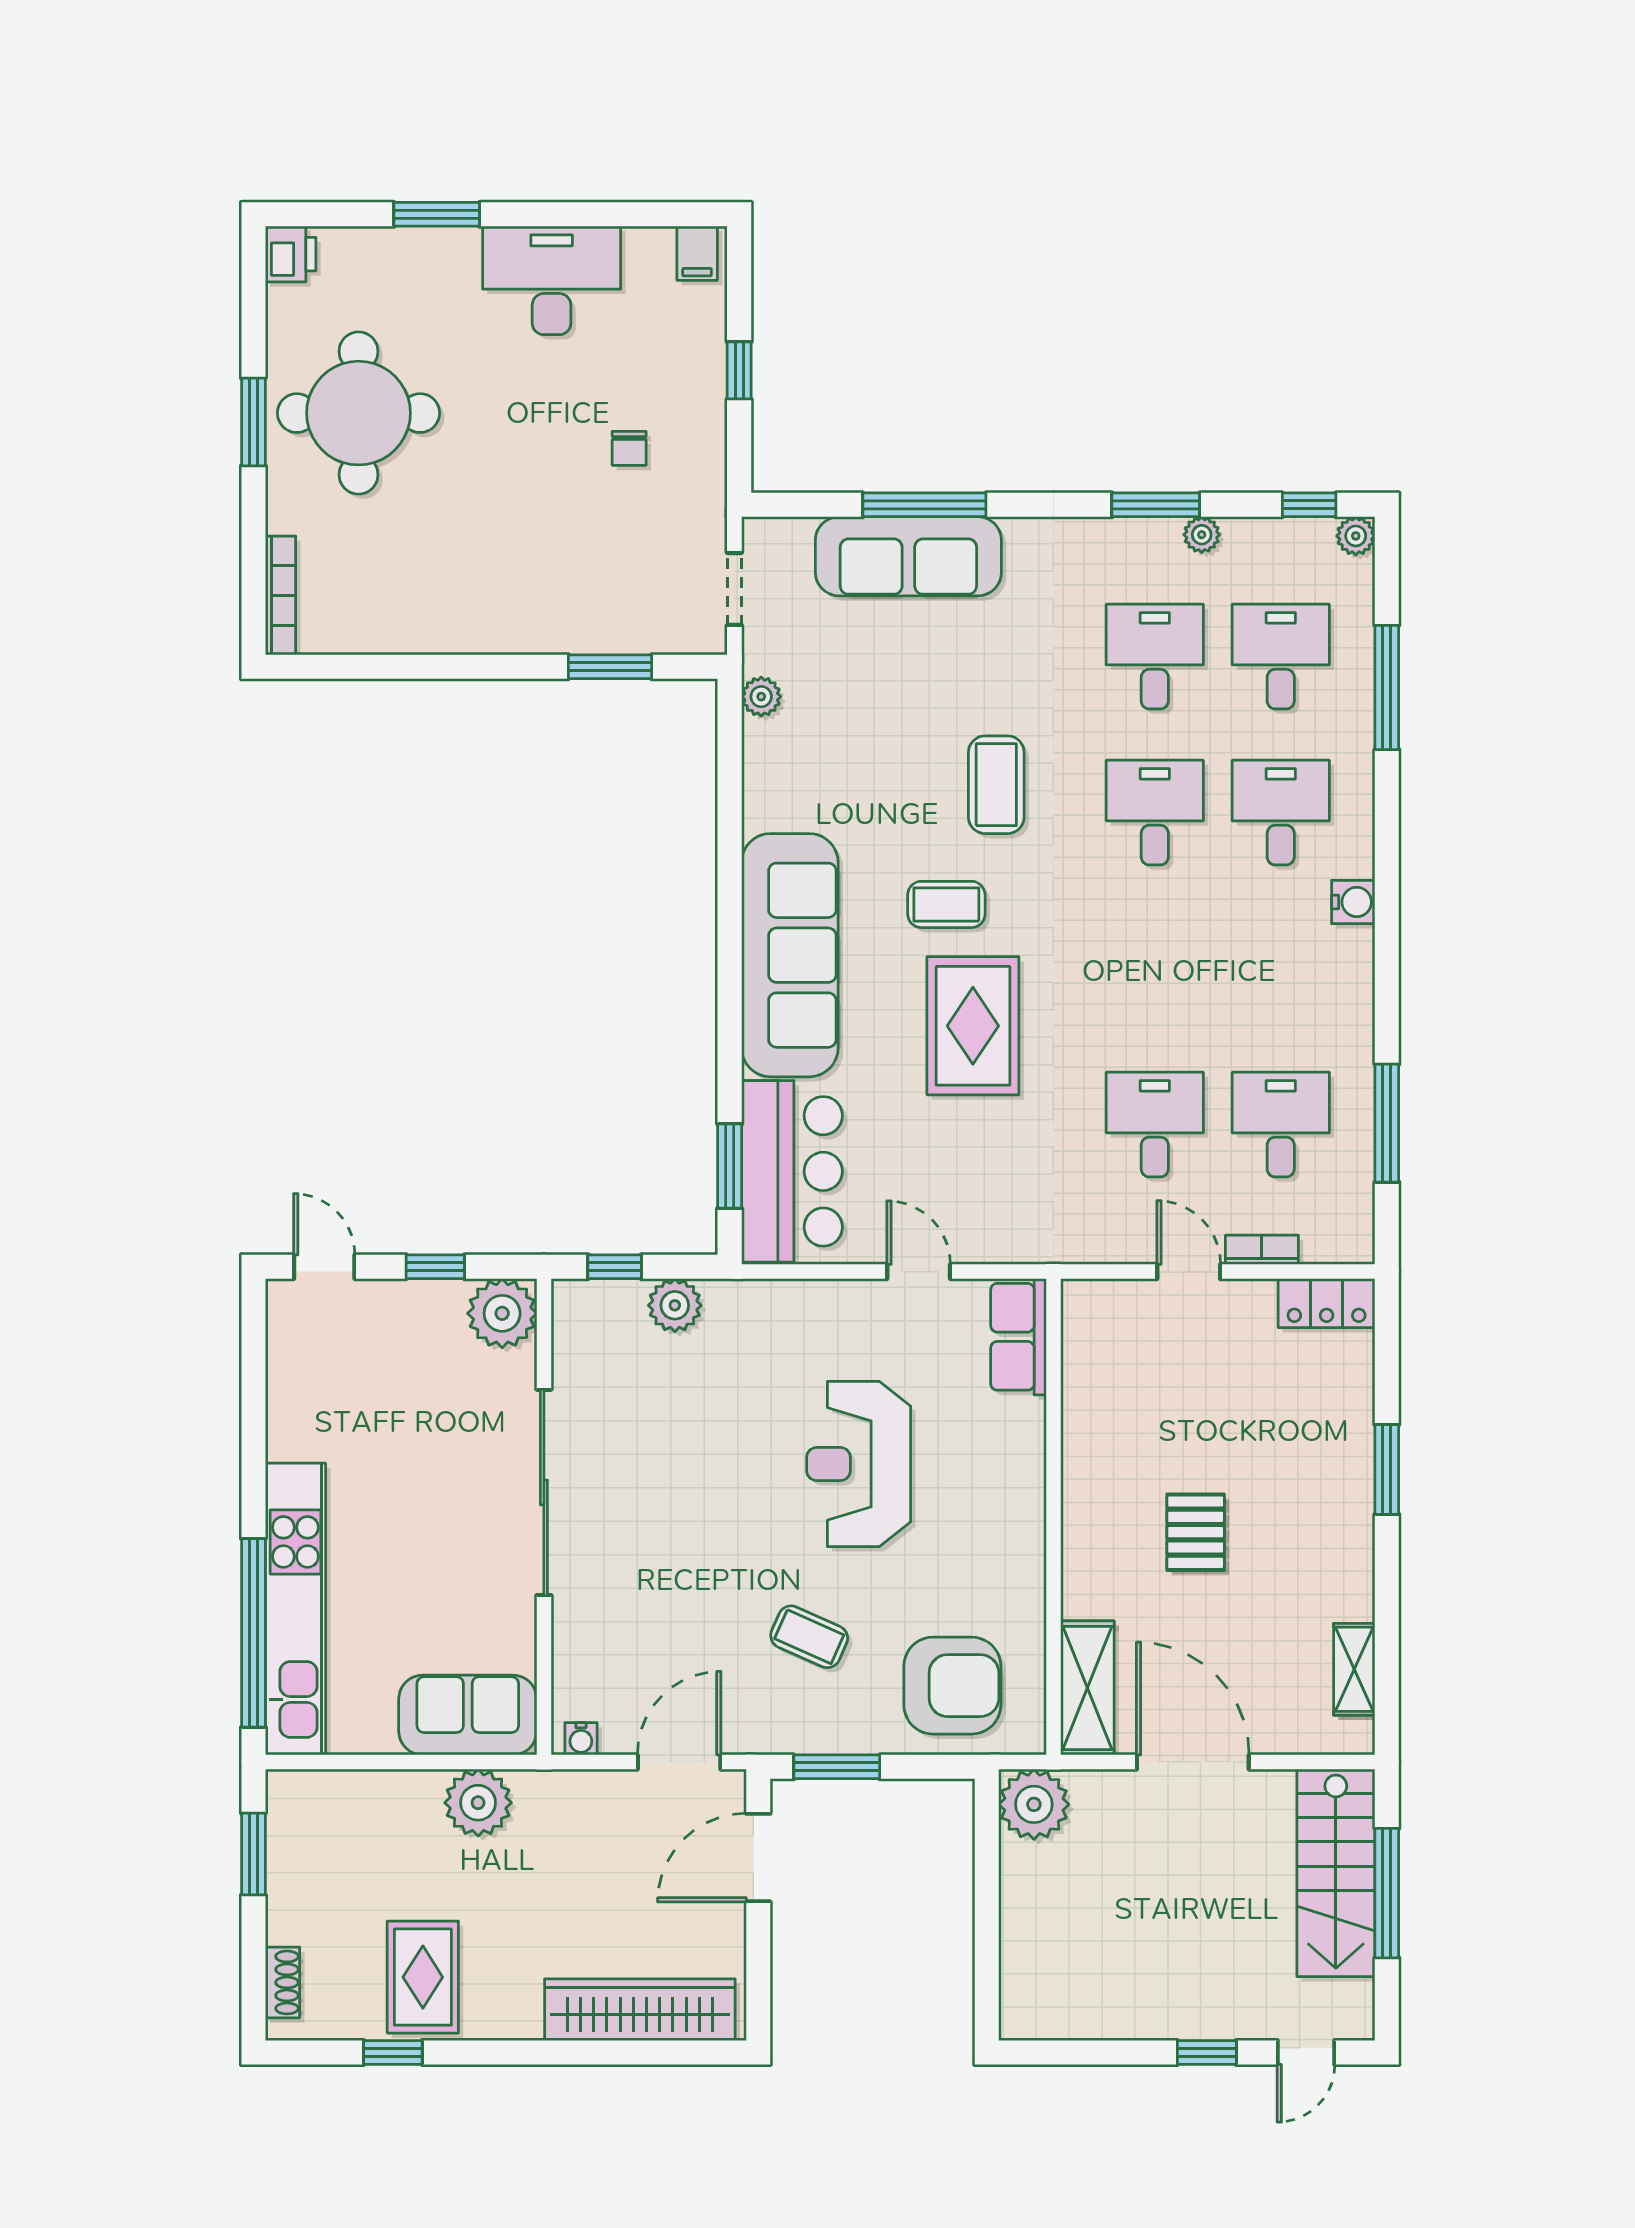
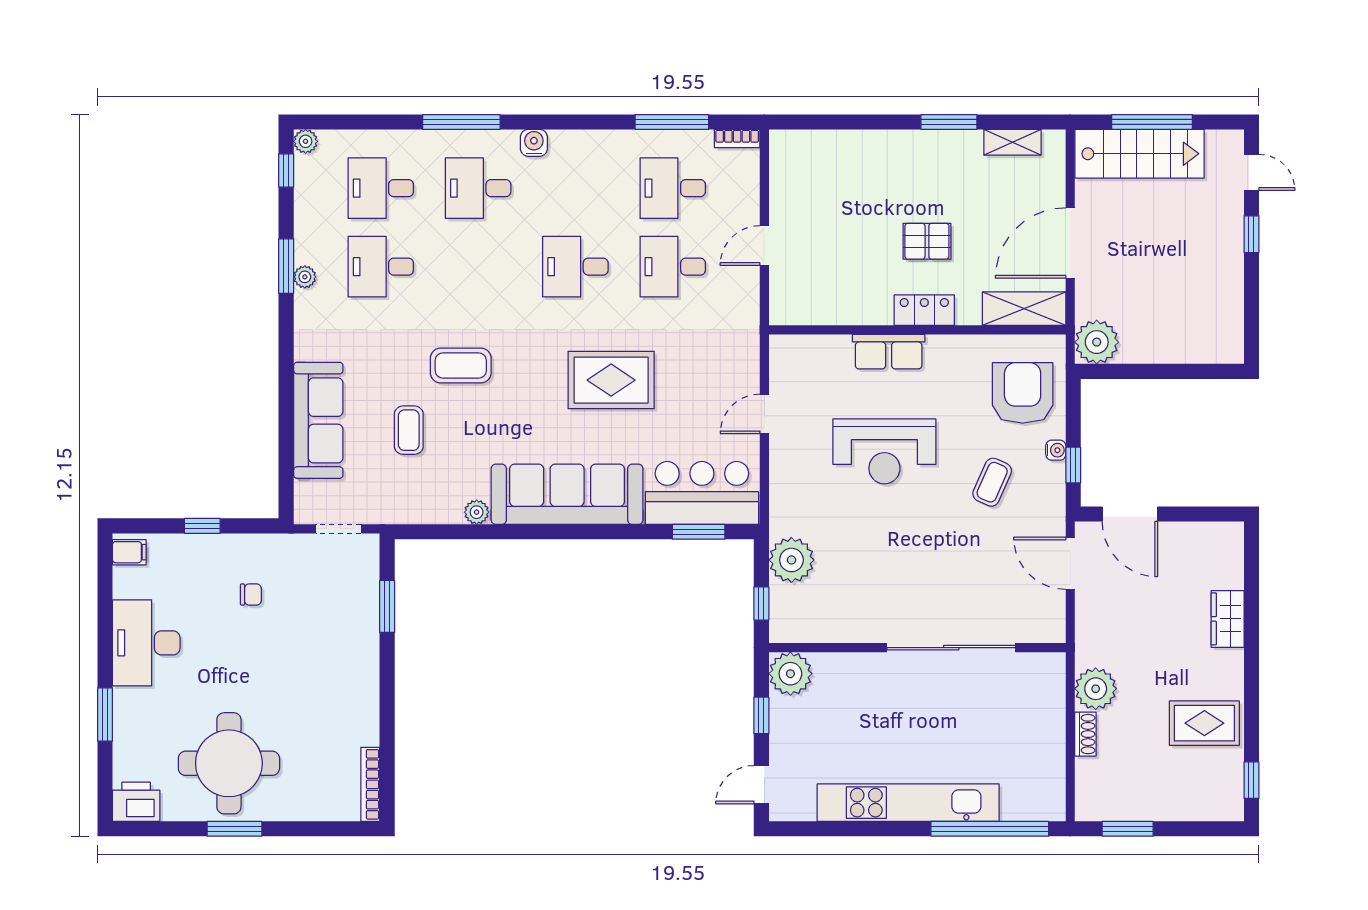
printer: (291, 254) -> (136, 802), width x1.36, depth x1.24
window: (924, 505) -> (286, 410), removed
plant: (1202, 535) -> (305, 277), moved
bookcase: (281, 595) -> (370, 784), moved, turned -90
window: (1387, 687) -> (461, 122), moved
plant: (761, 697) -> (477, 512), moved
desk: (1155, 813) -> (575, 267), moved
coffee table: (946, 904) -> (409, 430), moved
bookcase: (1262, 1250) -> (737, 138), moved, turned -90
locker: (1327, 1303) -> (924, 310), moved, turned -90
plant: (675, 1305) -> (791, 560), width x1.36, depth x1.36
row of seats: (1019, 1337) -> (889, 352), moved
window: (1387, 1470) -> (949, 122), moved
sliding door: (544, 1492) -> (951, 648), moved
kitchen unit: (295, 1609) -> (908, 803), moved
sofa: (468, 1715) -> (1041, 695), removed
water cooler: (581, 1739) -> (1056, 450), moved
window: (837, 1767) -> (1073, 465), width x0.67
shoe rack: (282, 1982) -> (1085, 734), moved, turned 90
wardrobe: (640, 2010) -> (1228, 619), width x0.48, depth x0.85
window: (393, 2053) -> (1251, 780), moved

